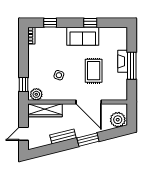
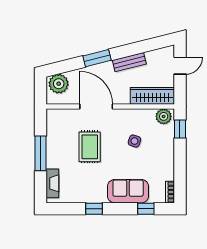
sofa: (83, 36) -> (128, 191), moved
fireplace: (123, 61) -> (52, 183), moved

